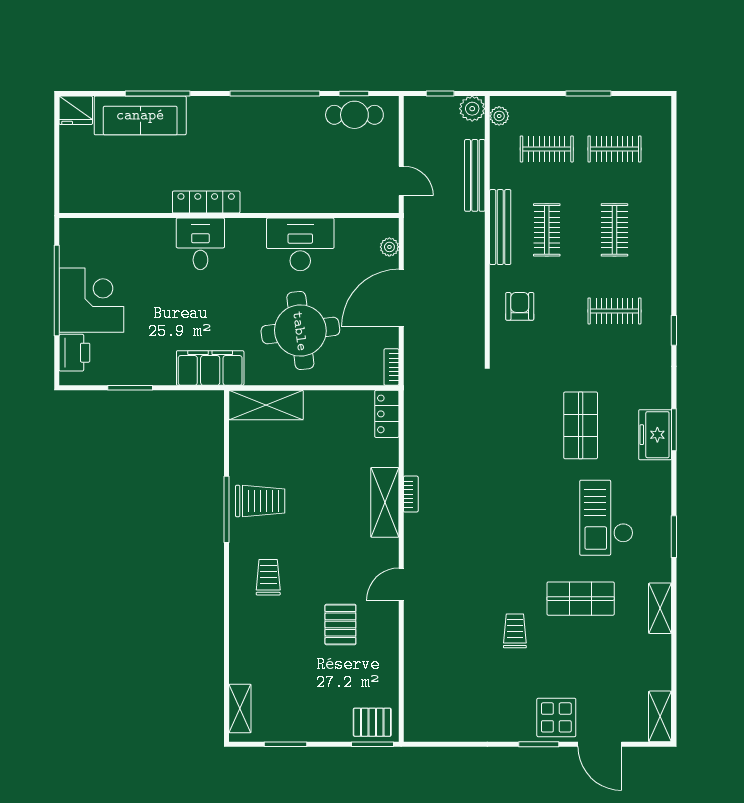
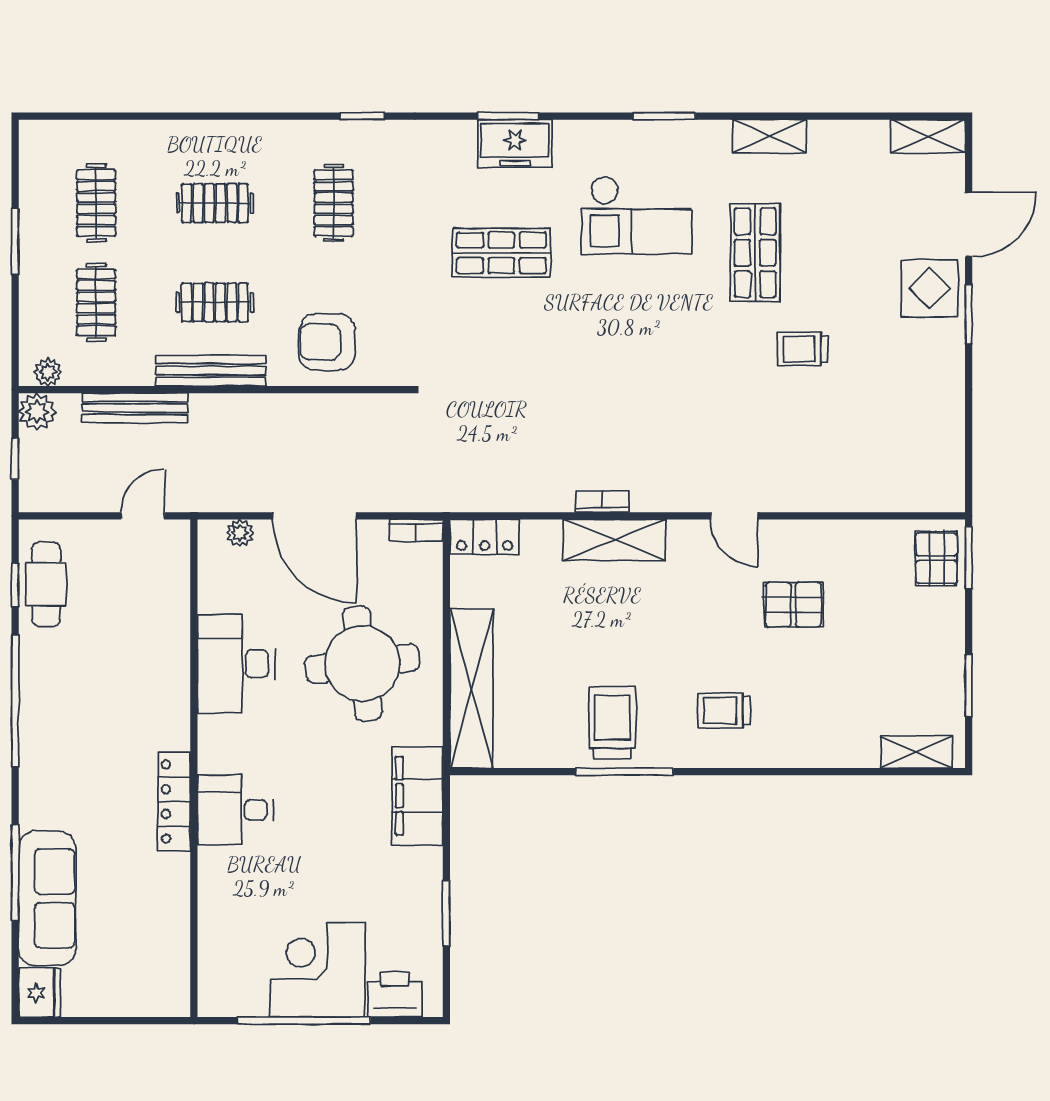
armchair: (520, 306) -> (327, 342), width x1.38, depth x1.38
shelving: (266, 405) -> (472, 689), width x1.47

